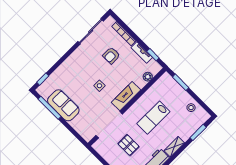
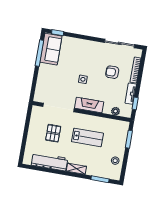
sofa: (63, 105) -> (51, 49), moved
lab bench: (153, 118) -> (87, 137), turned 180

